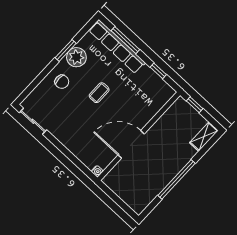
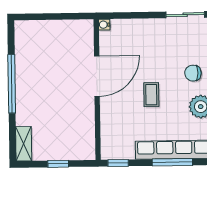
wall: (139, 136) -> (97, 90), moved
door: (131, 144) -> (97, 76), moved
water cooler: (97, 171) -> (104, 25), moved

